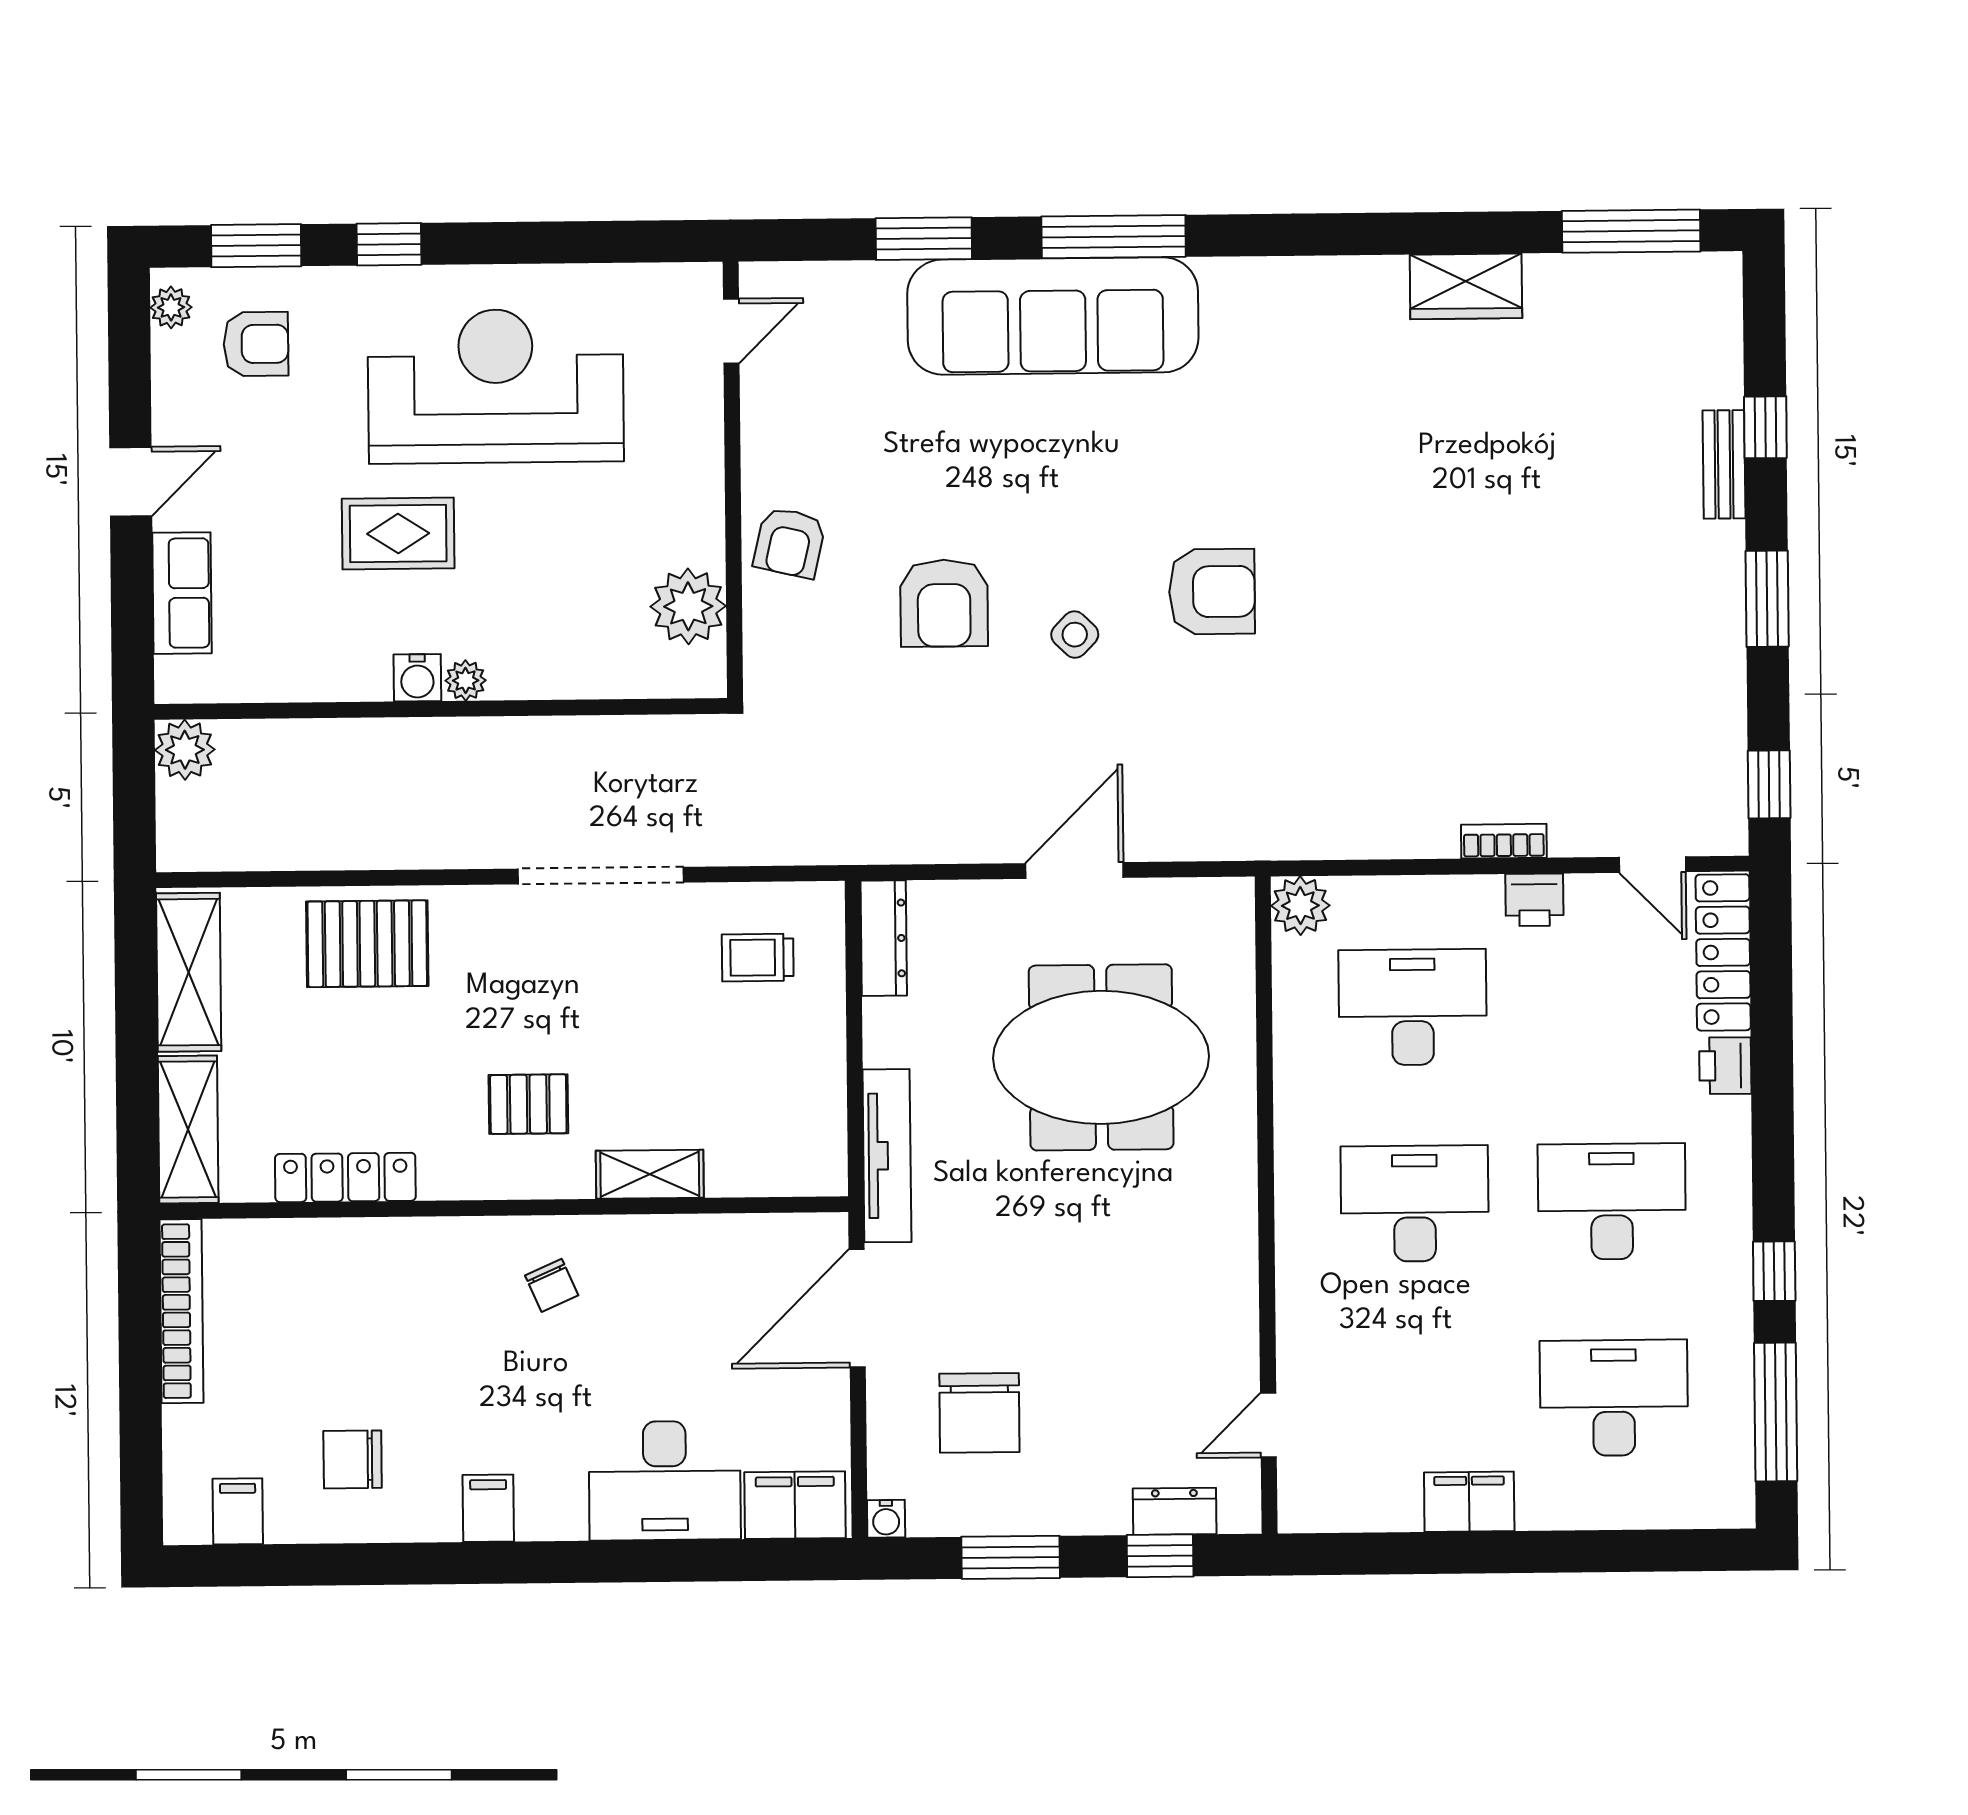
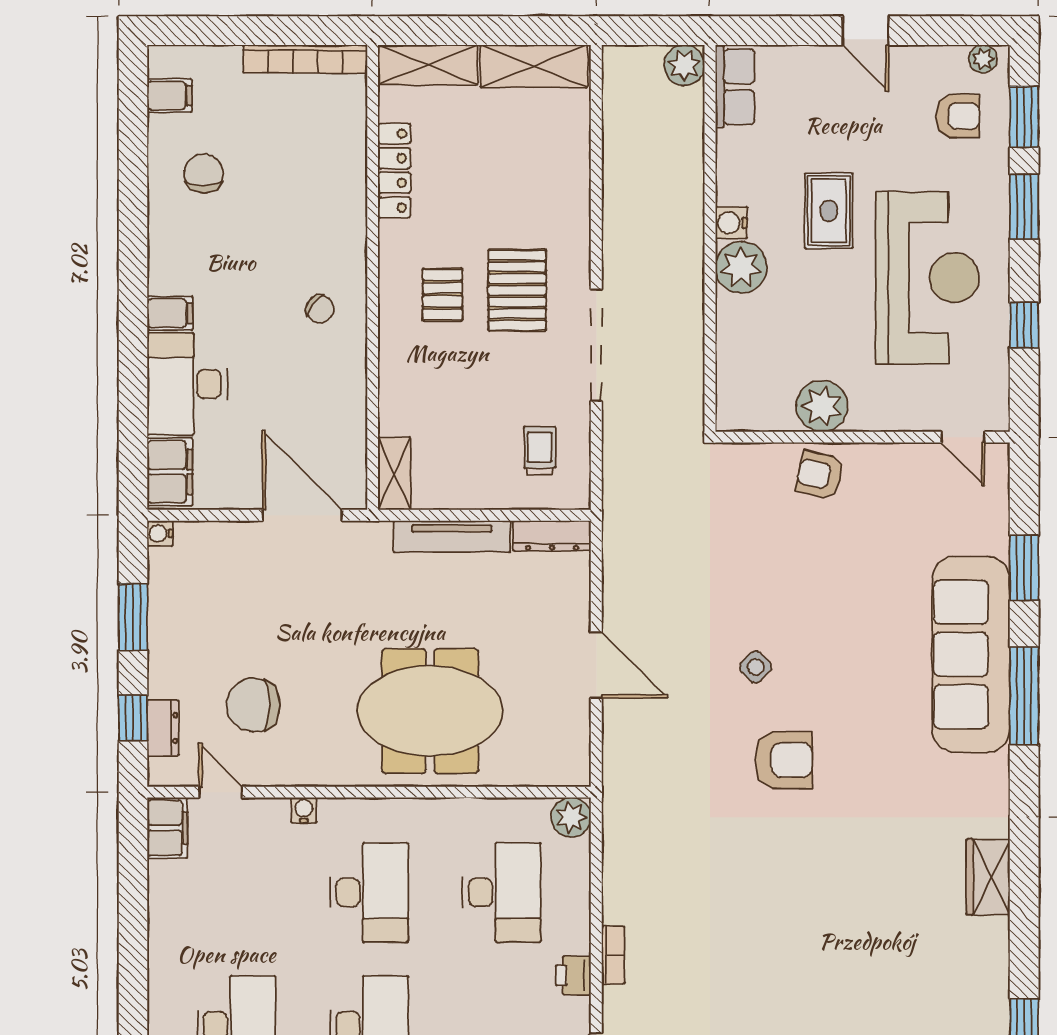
window: (565, 242) -> (1024, 325), added
window: (389, 244) -> (1024, 207), width x1.50
wardrobe: (1466, 286) -> (988, 877), moved
armchair: (256, 344) -> (958, 116), turned -90
armchair: (1212, 592) -> (784, 760), turned -90
row of seats: (182, 593) -> (735, 87), moved, turned -90
armchair: (944, 603) -> (778, 579), removed
plant: (688, 606) -> (822, 406), moved
plant: (466, 680) -> (741, 267), width x1.88, depth x1.88
pallet: (367, 944) -> (517, 290), moved
meeting table: (1101, 1057) -> (430, 711), moved, turned 90
tv unit: (887, 1156) -> (452, 536), moved
shelving: (650, 1174) -> (394, 474), moved
chair: (552, 1285) -> (320, 309), turned -120
water cooler: (1294, 1301) -> (304, 810), added
chair: (979, 1413) -> (253, 705), moved
filing cabinet: (1469, 1502) -> (167, 828), moved
filing cabinet: (488, 1508) -> (170, 313), moved

